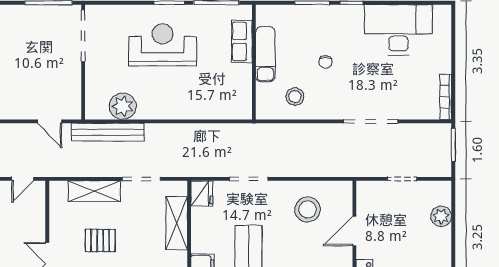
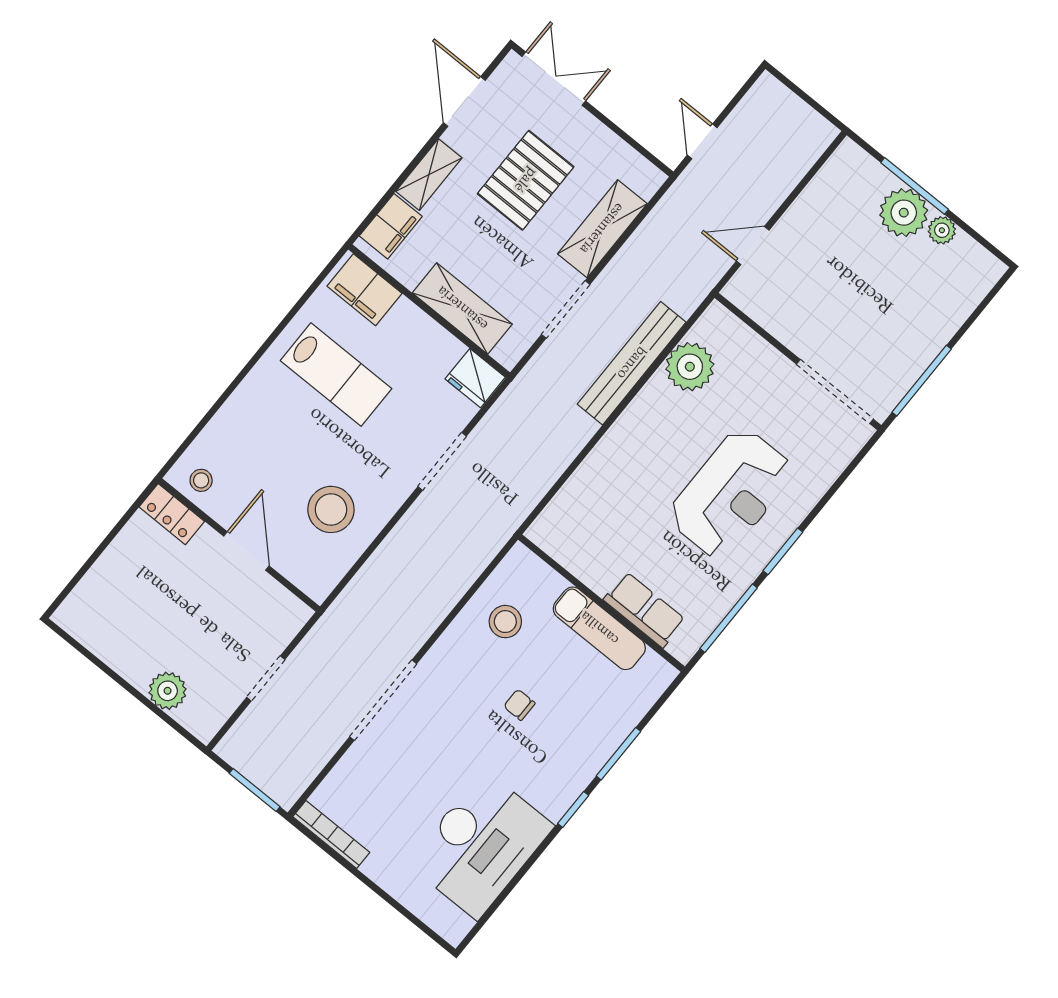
bench: (108, 132) -> (632, 363), moved
pallet: (100, 240) -> (526, 180), width x1.50, depth x1.42

